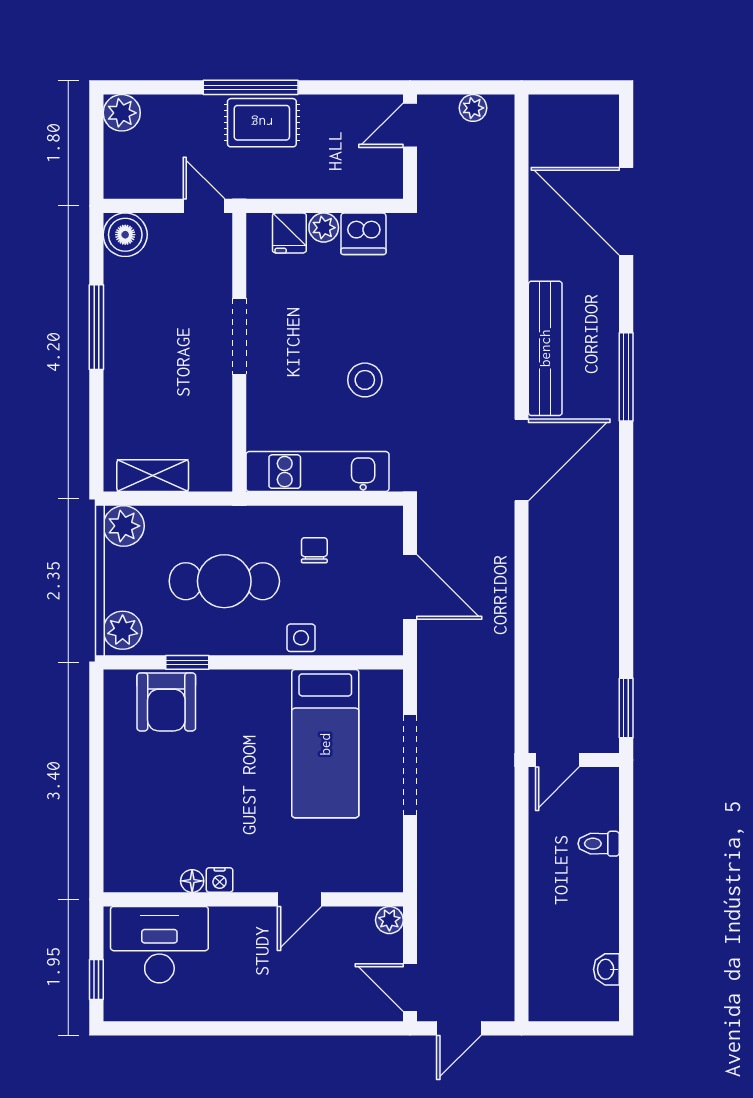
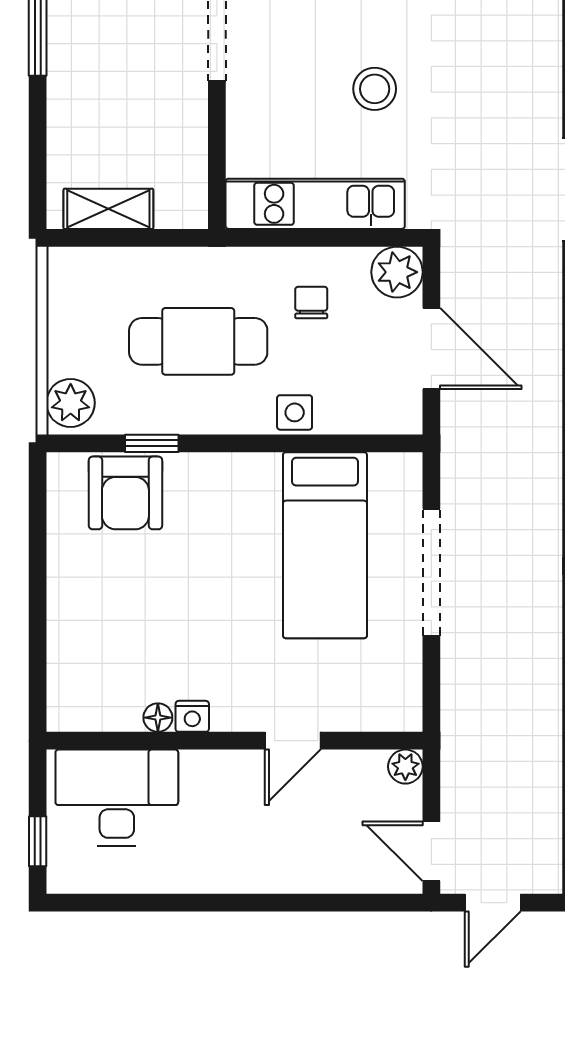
plant: (124, 526) -> (397, 272), moved

